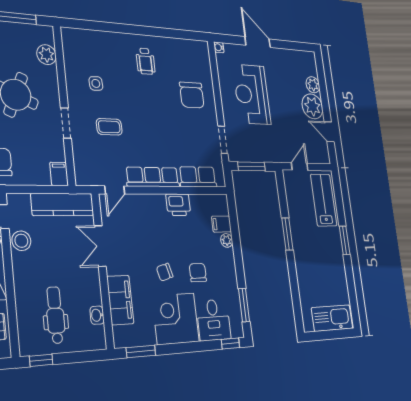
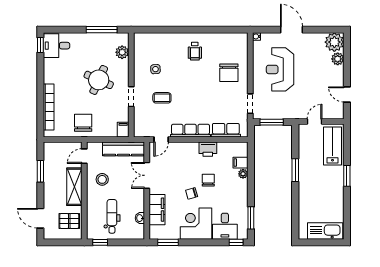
plant: (312, 106) -> (334, 42), moved
stool: (21, 241) -> (102, 179), moved
chair: (198, 273) -> (208, 180), moved

